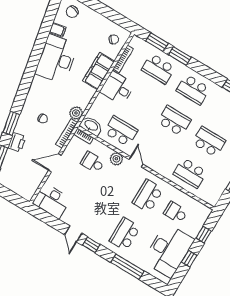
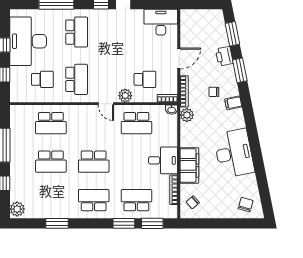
filing cabinet: (58, 30) -> (233, 103), moved
washbasin: (91, 126) -> (172, 110), width x0.52, depth x0.69
school desk: (190, 173) -> (51, 123), turned 180

